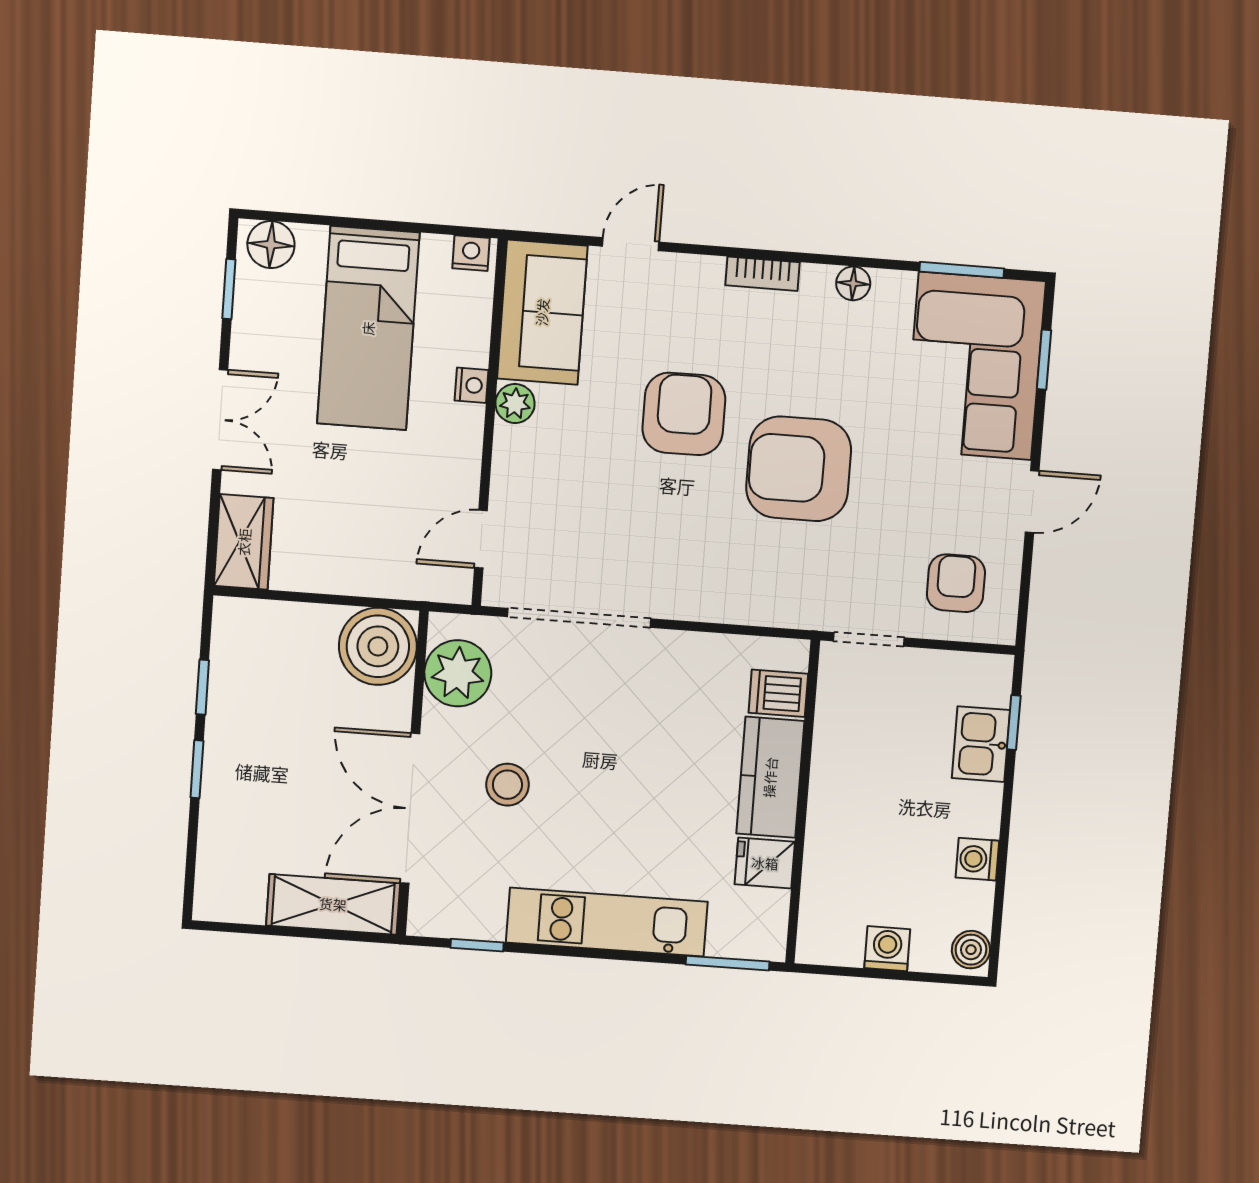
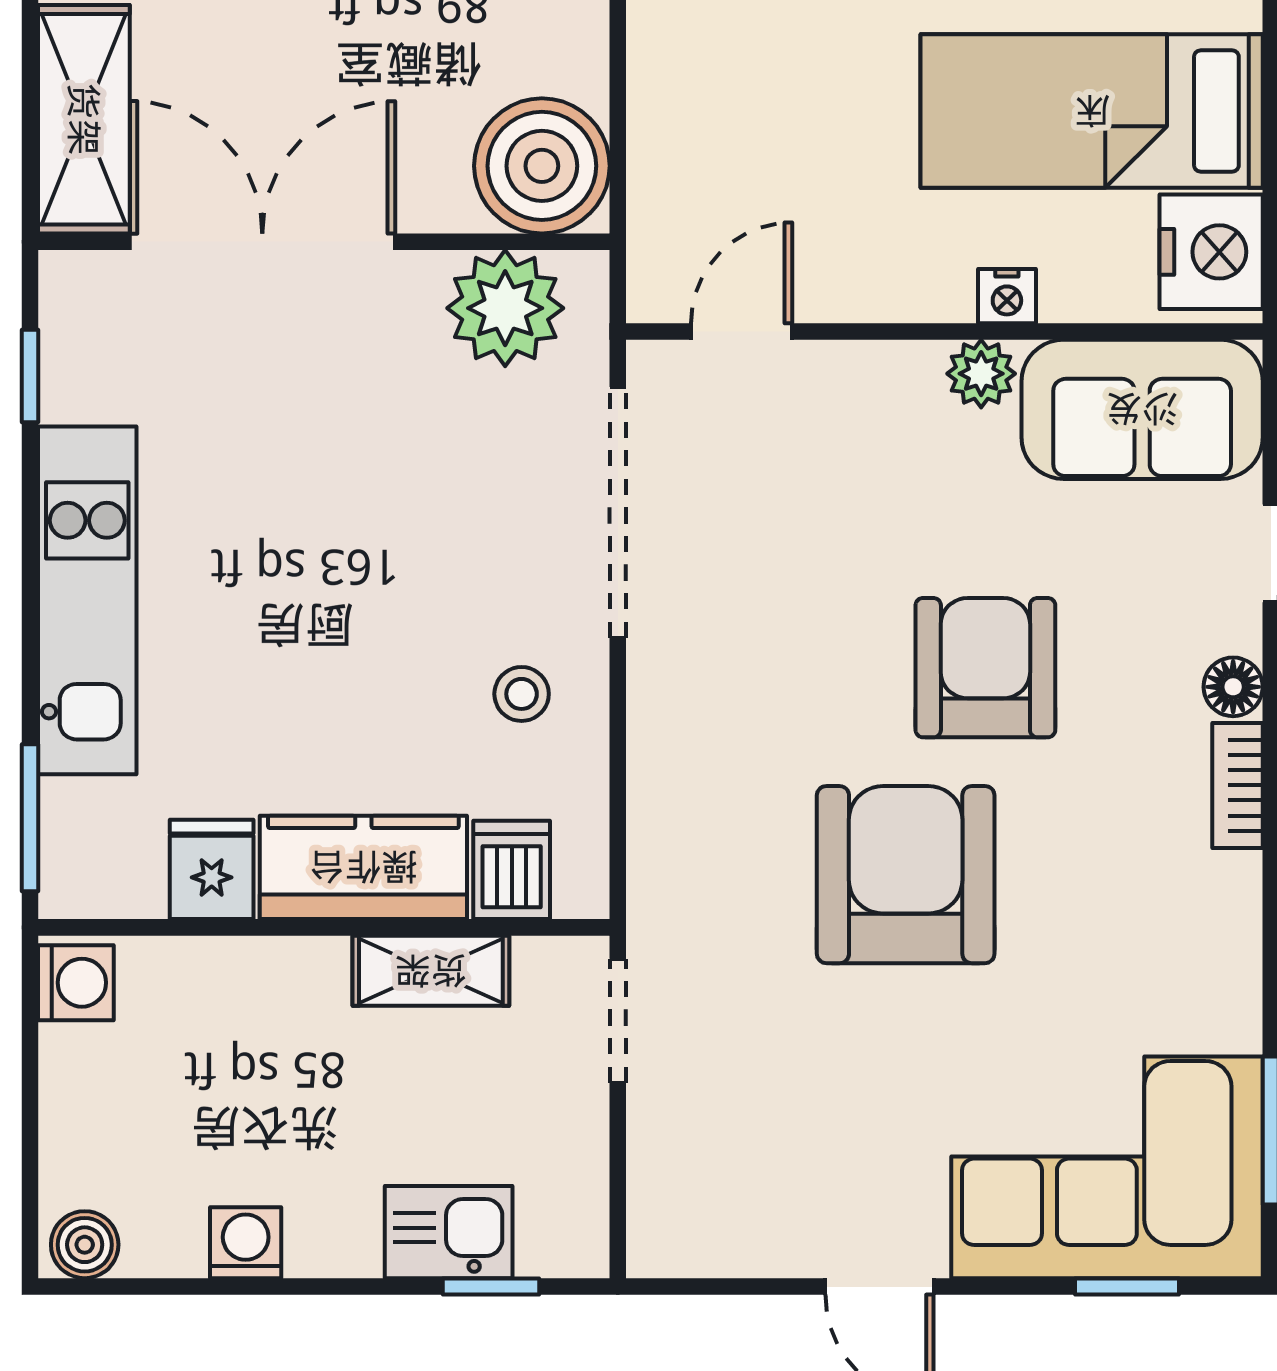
nightstand: (471, 253) -> (1211, 252), width x1.89, depth x1.79
floor lamp: (853, 283) -> (1233, 687), moved
armchair: (684, 414) -> (985, 668), turned -90
door: (481, 539) -> (742, 332), hinge flipped
armchair: (956, 583) -> (727, 1165), removed
shelving: (832, 743) -> (431, 971), added
stool: (507, 785) -> (522, 694), moved, width x0.73, depth x0.73
washing machine: (887, 949) -> (76, 983), moved

